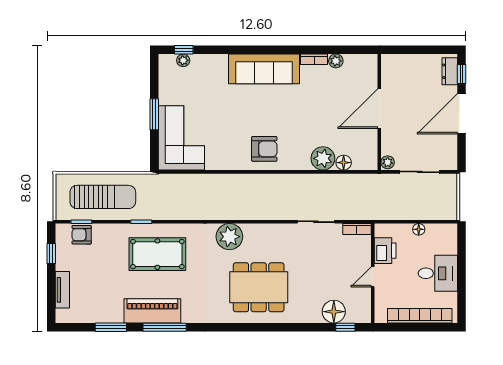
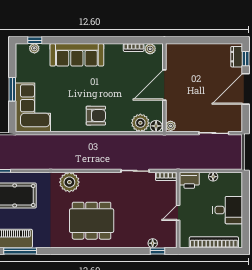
sofa: (264, 69) -> (77, 55), moved
door: (379, 109) -> (164, 85), moved
wall: (379, 112) -> (164, 88), moved
plant: (388, 162) -> (171, 126), moved
printer: (385, 251) -> (189, 180), moved, turned 90
floor lamp: (334, 312) -> (153, 243), width x0.53, depth x0.53

